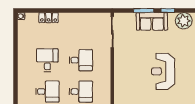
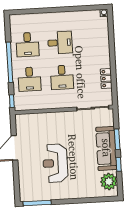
locker: (49, 18) -> (106, 78), moved
sofa: (152, 21) -> (106, 148), width x1.36
reception desk: (163, 71) -> (55, 163), turned -90

